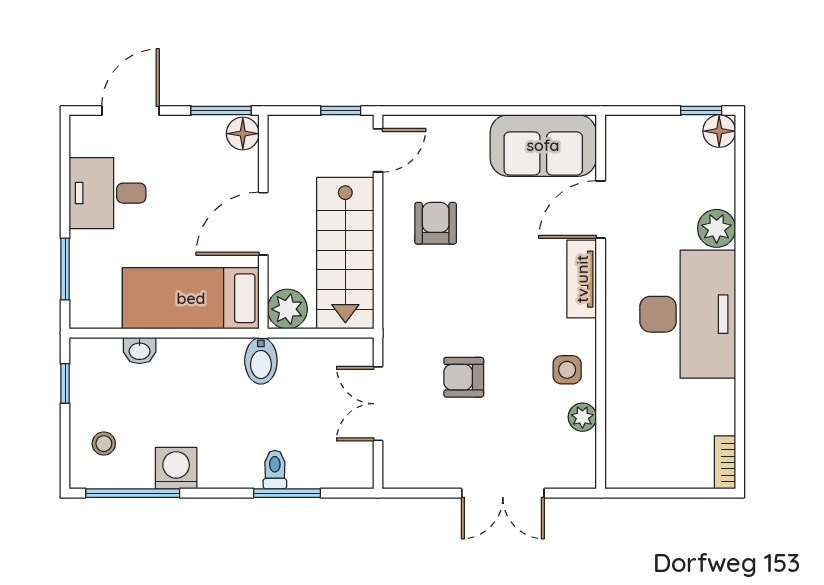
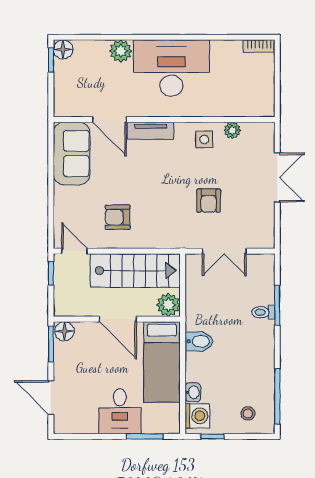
desk: (108, 193) -> (120, 411), moved
bidet: (261, 361) -> (199, 341), moved
washing machine: (176, 468) -> (197, 416), moved, turned 180

